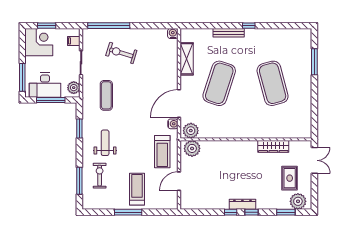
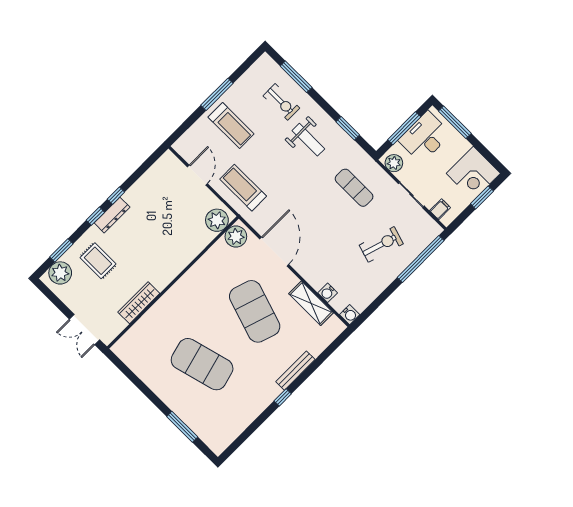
water cooler: (173, 124) -> (328, 293), moved
rug: (290, 178) -> (98, 261), moved

